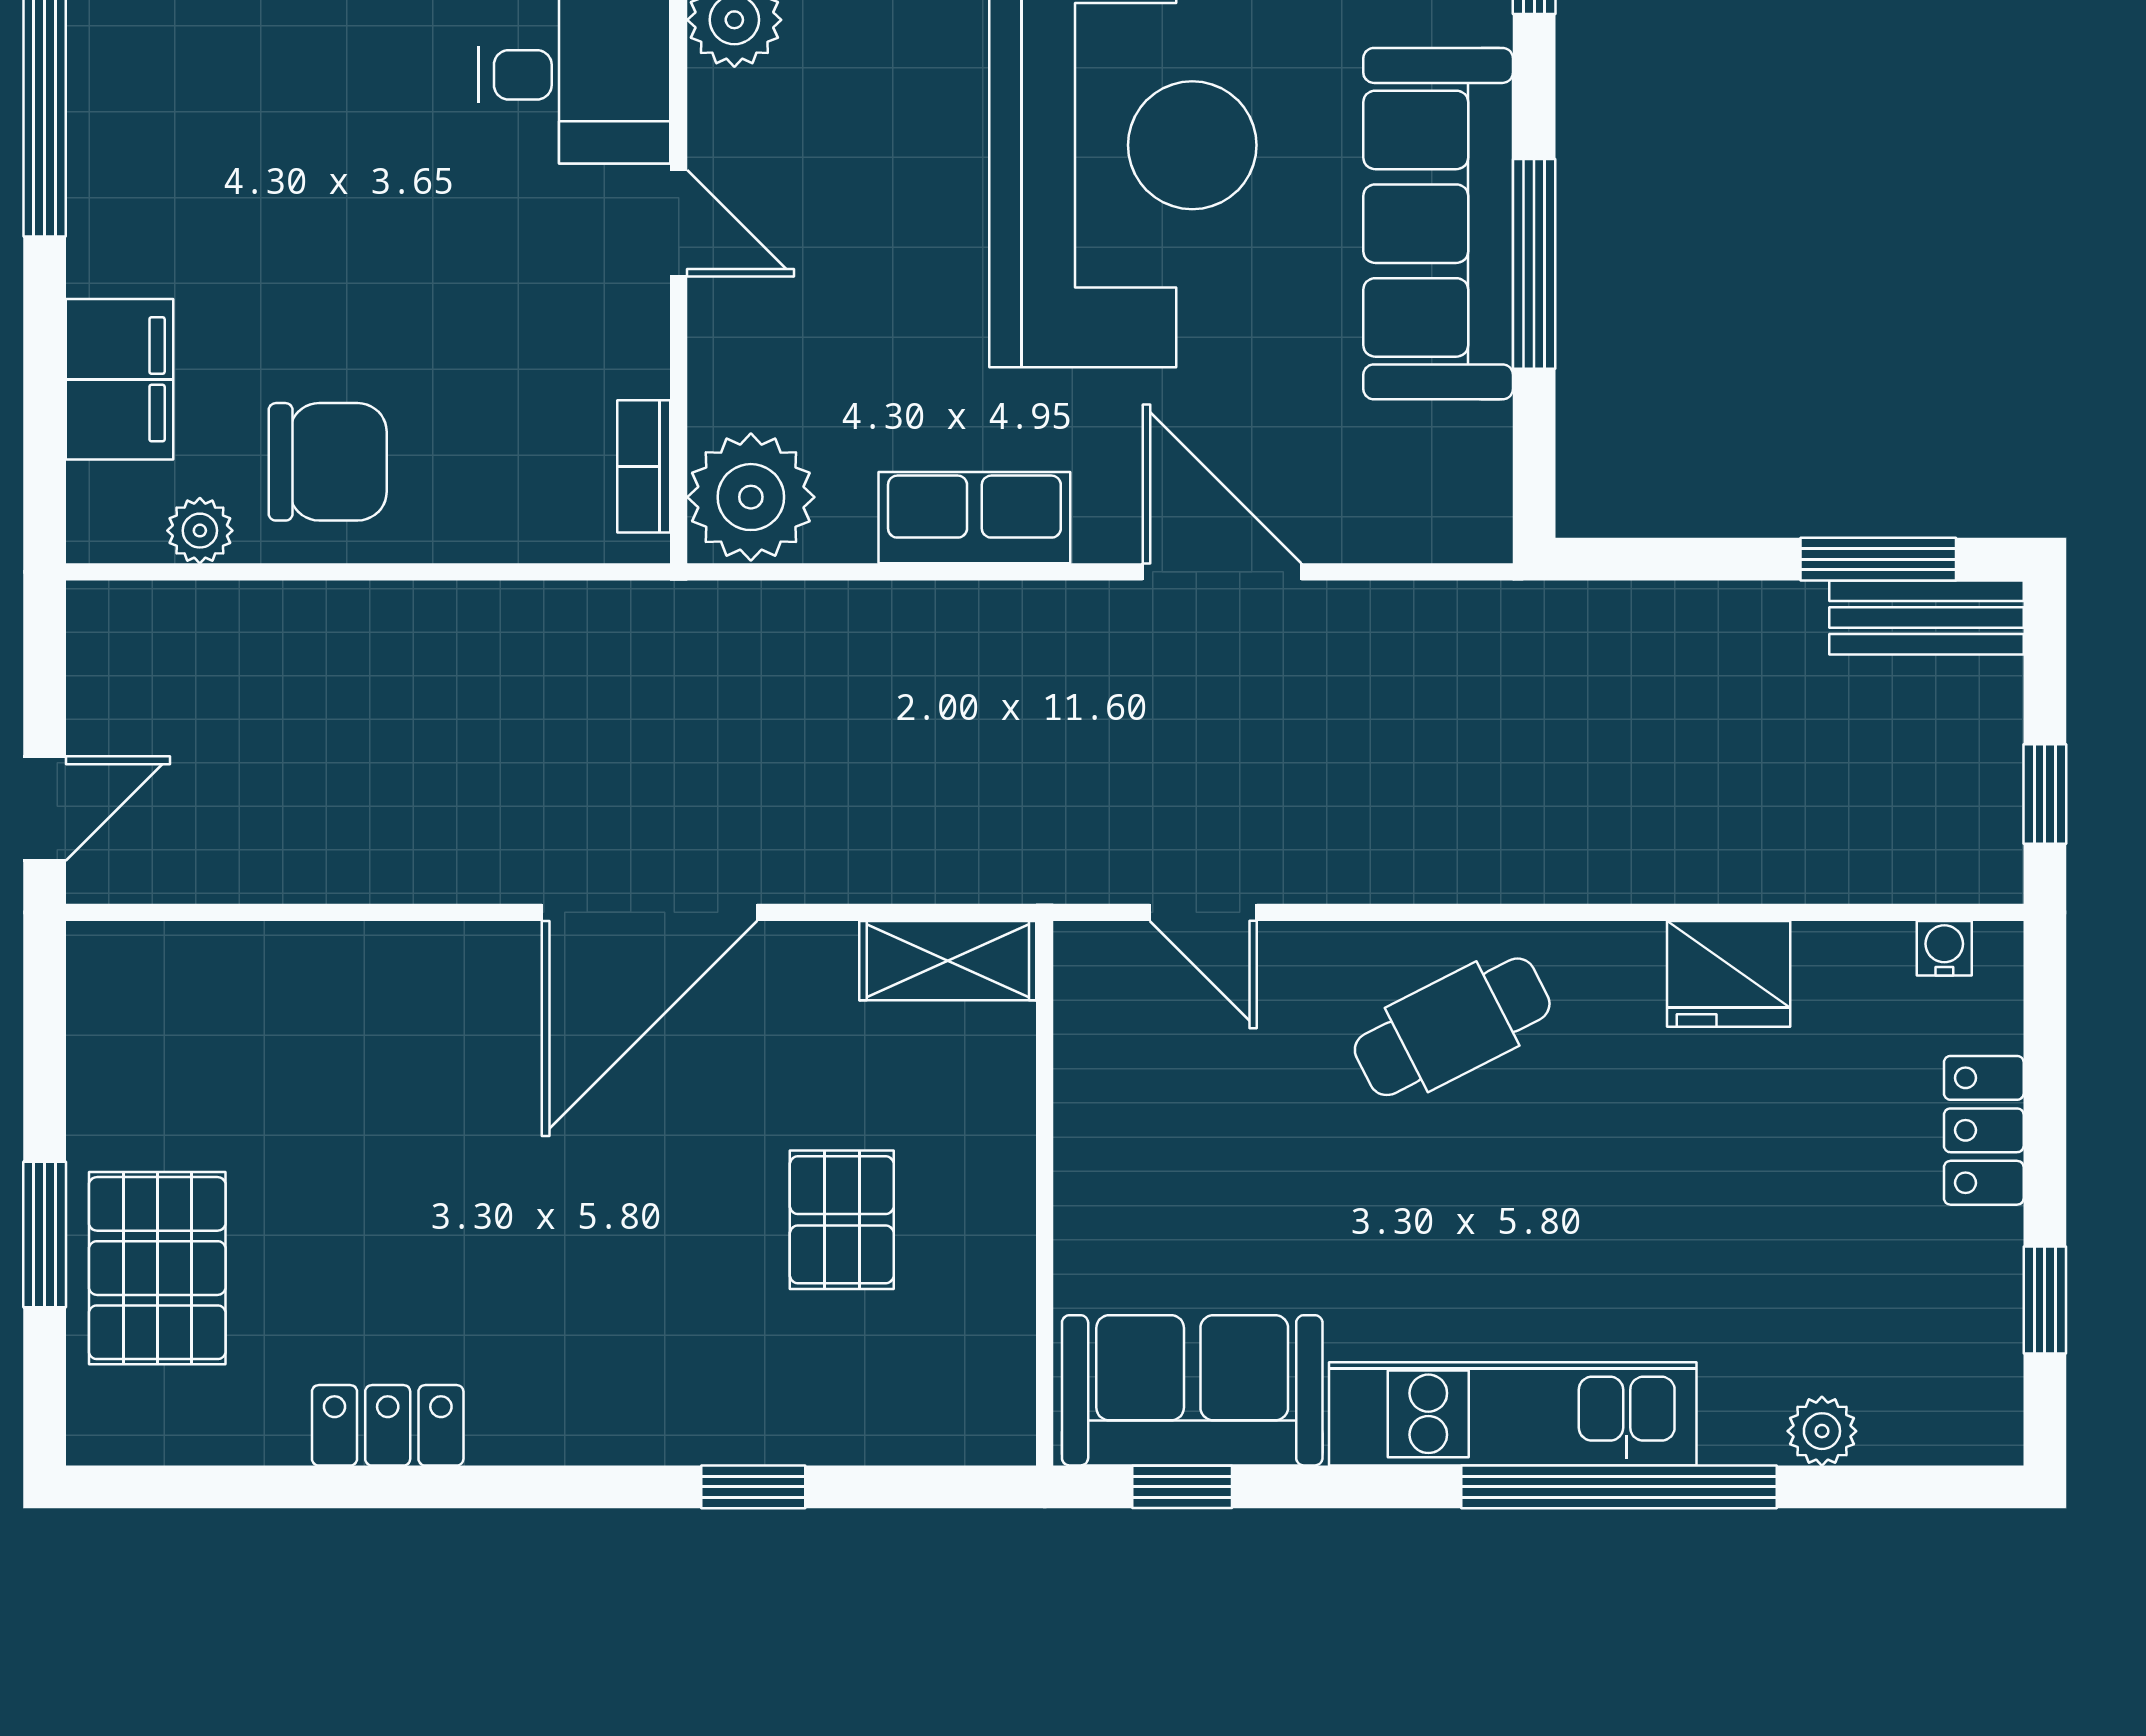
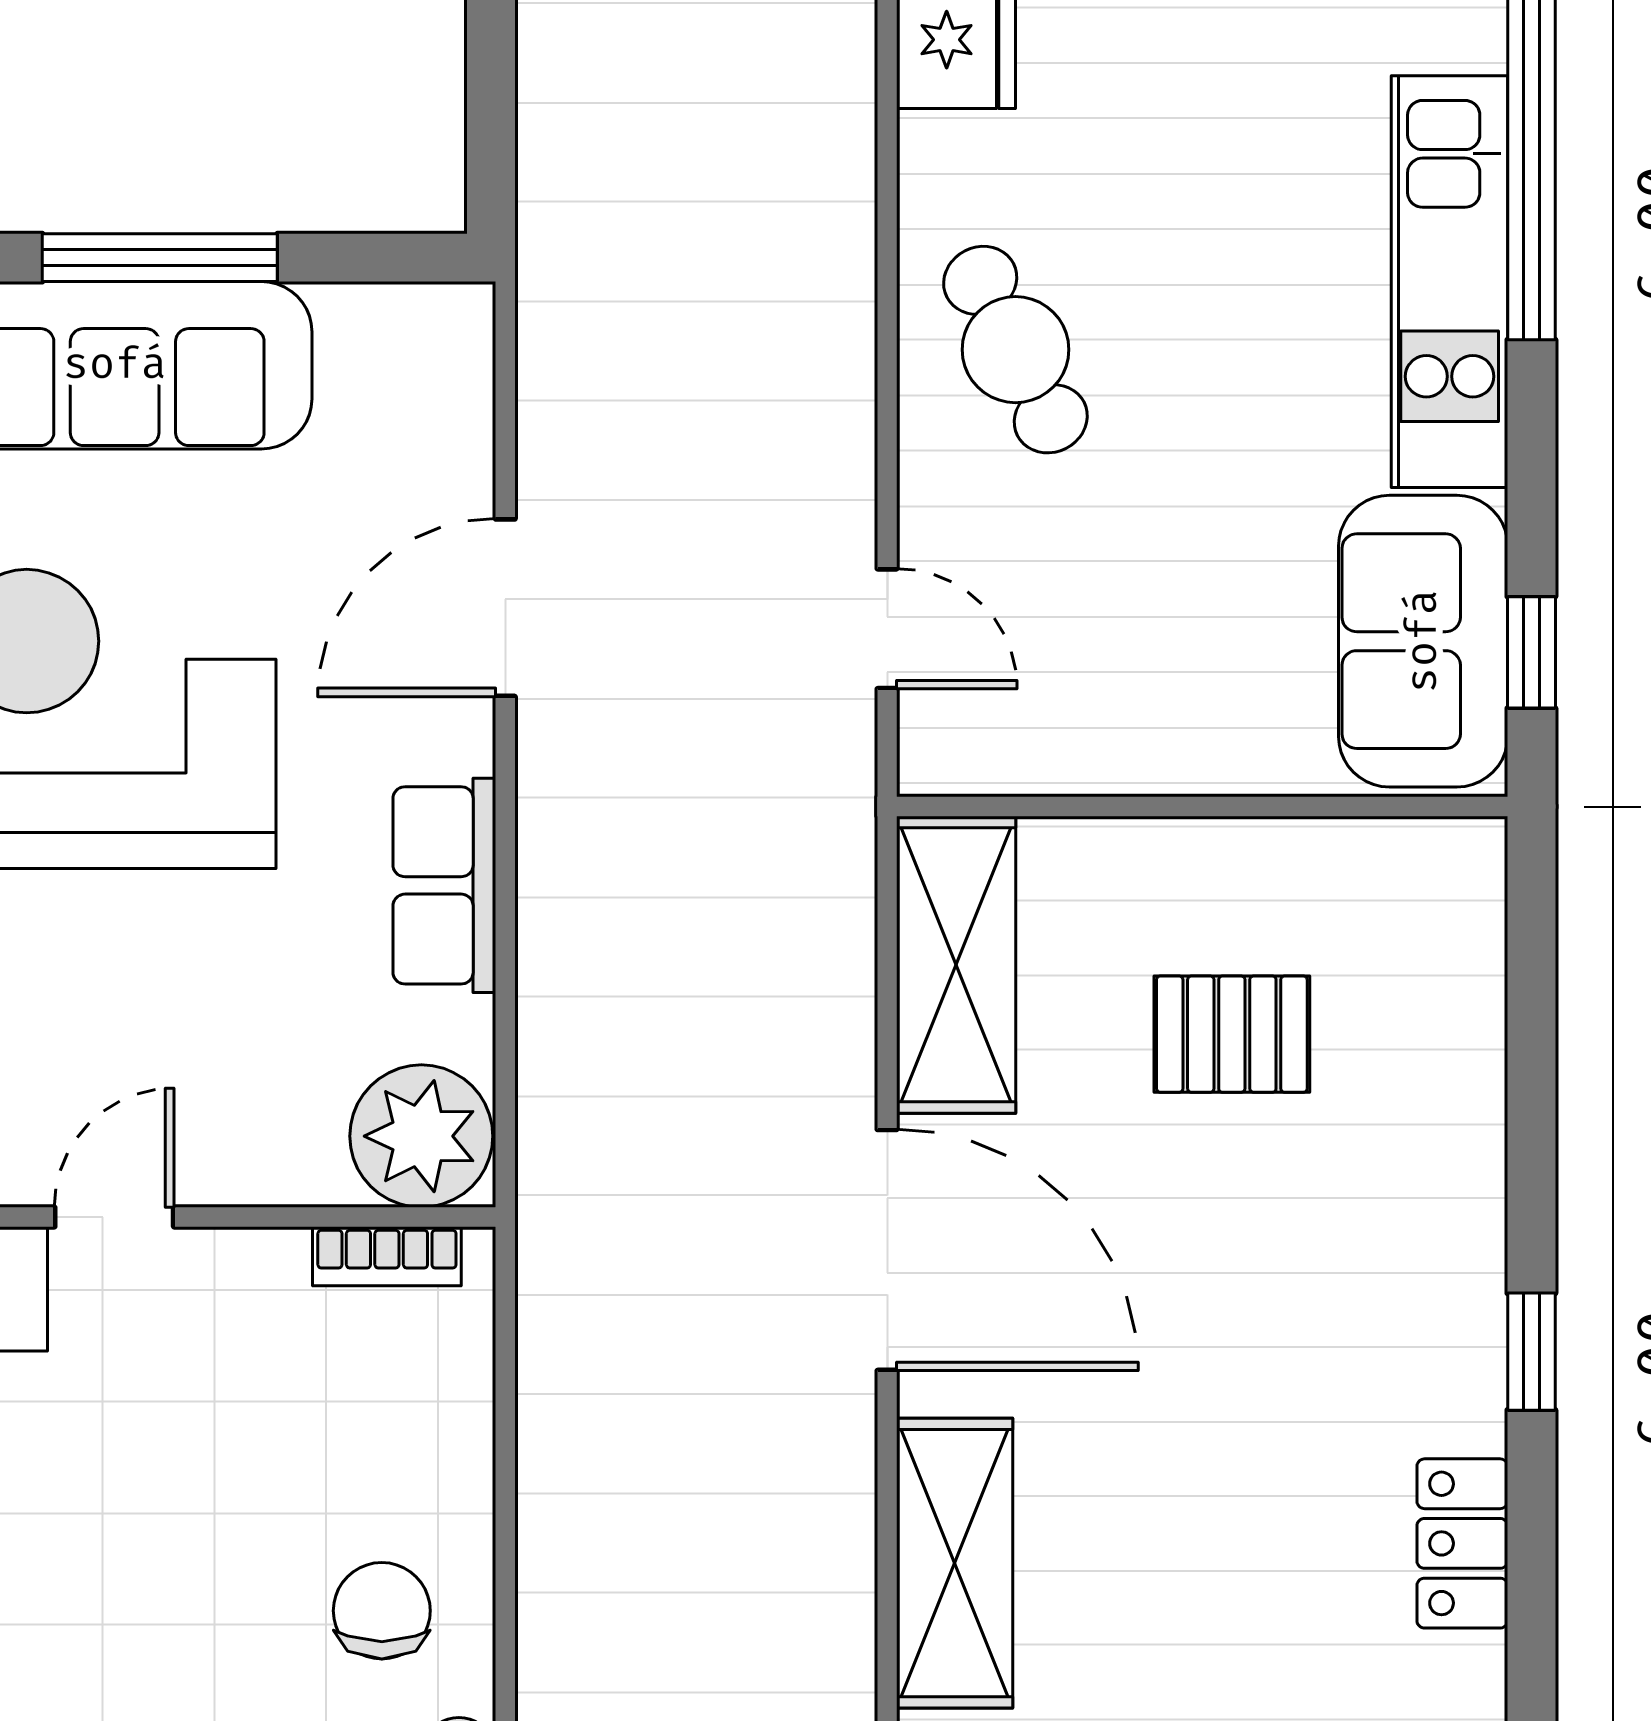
chair: (328, 462) -> (382, 1611), width x0.73, depth x0.73
door: (1203, 912) -> (887, 629), hinge flipped
shelving: (948, 961) -> (956, 965), width x1.50, depth x1.33
shelving: (370, 973) -> (955, 1563), added
window: (753, 1487) -> (1531, 1352), moved

